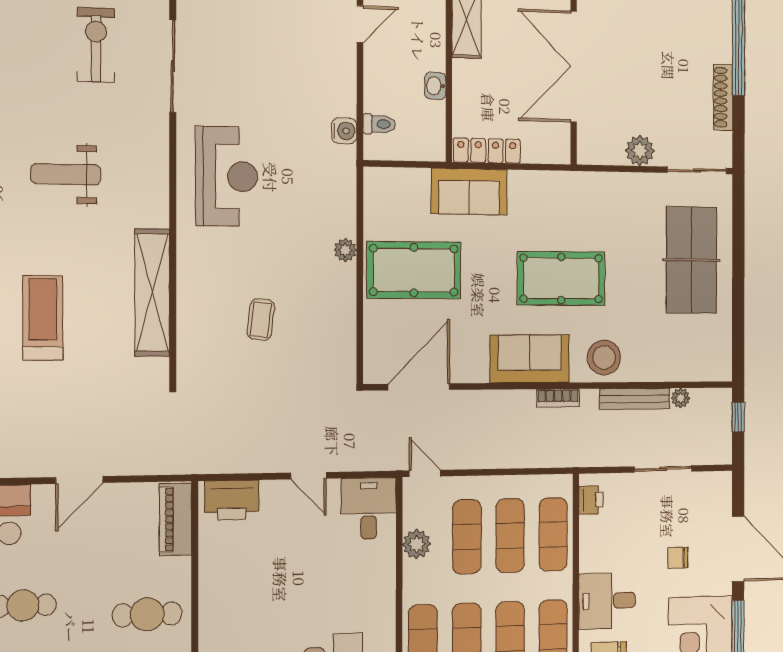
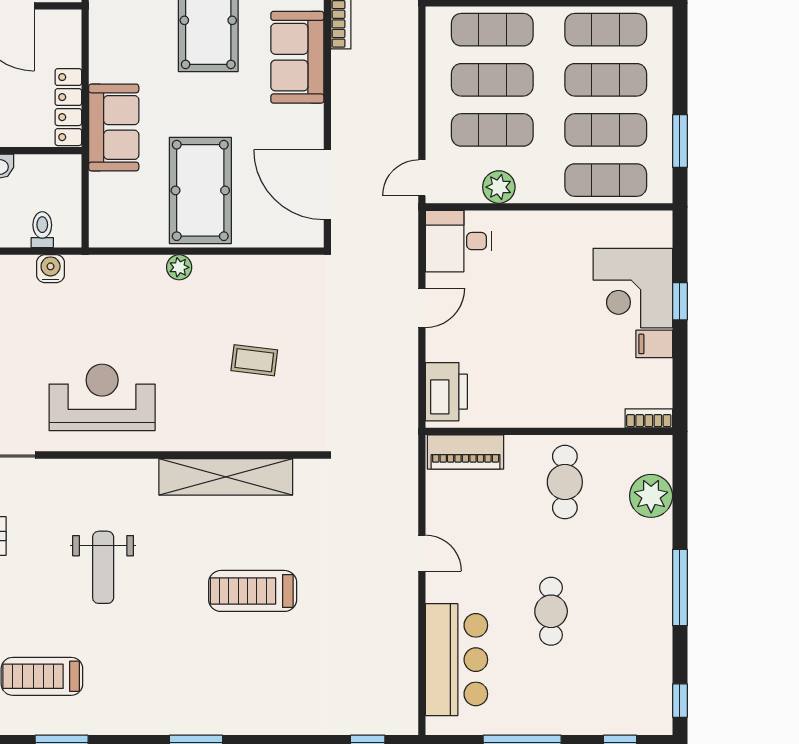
door: (79, 480) -> (422, 553), width x0.73

